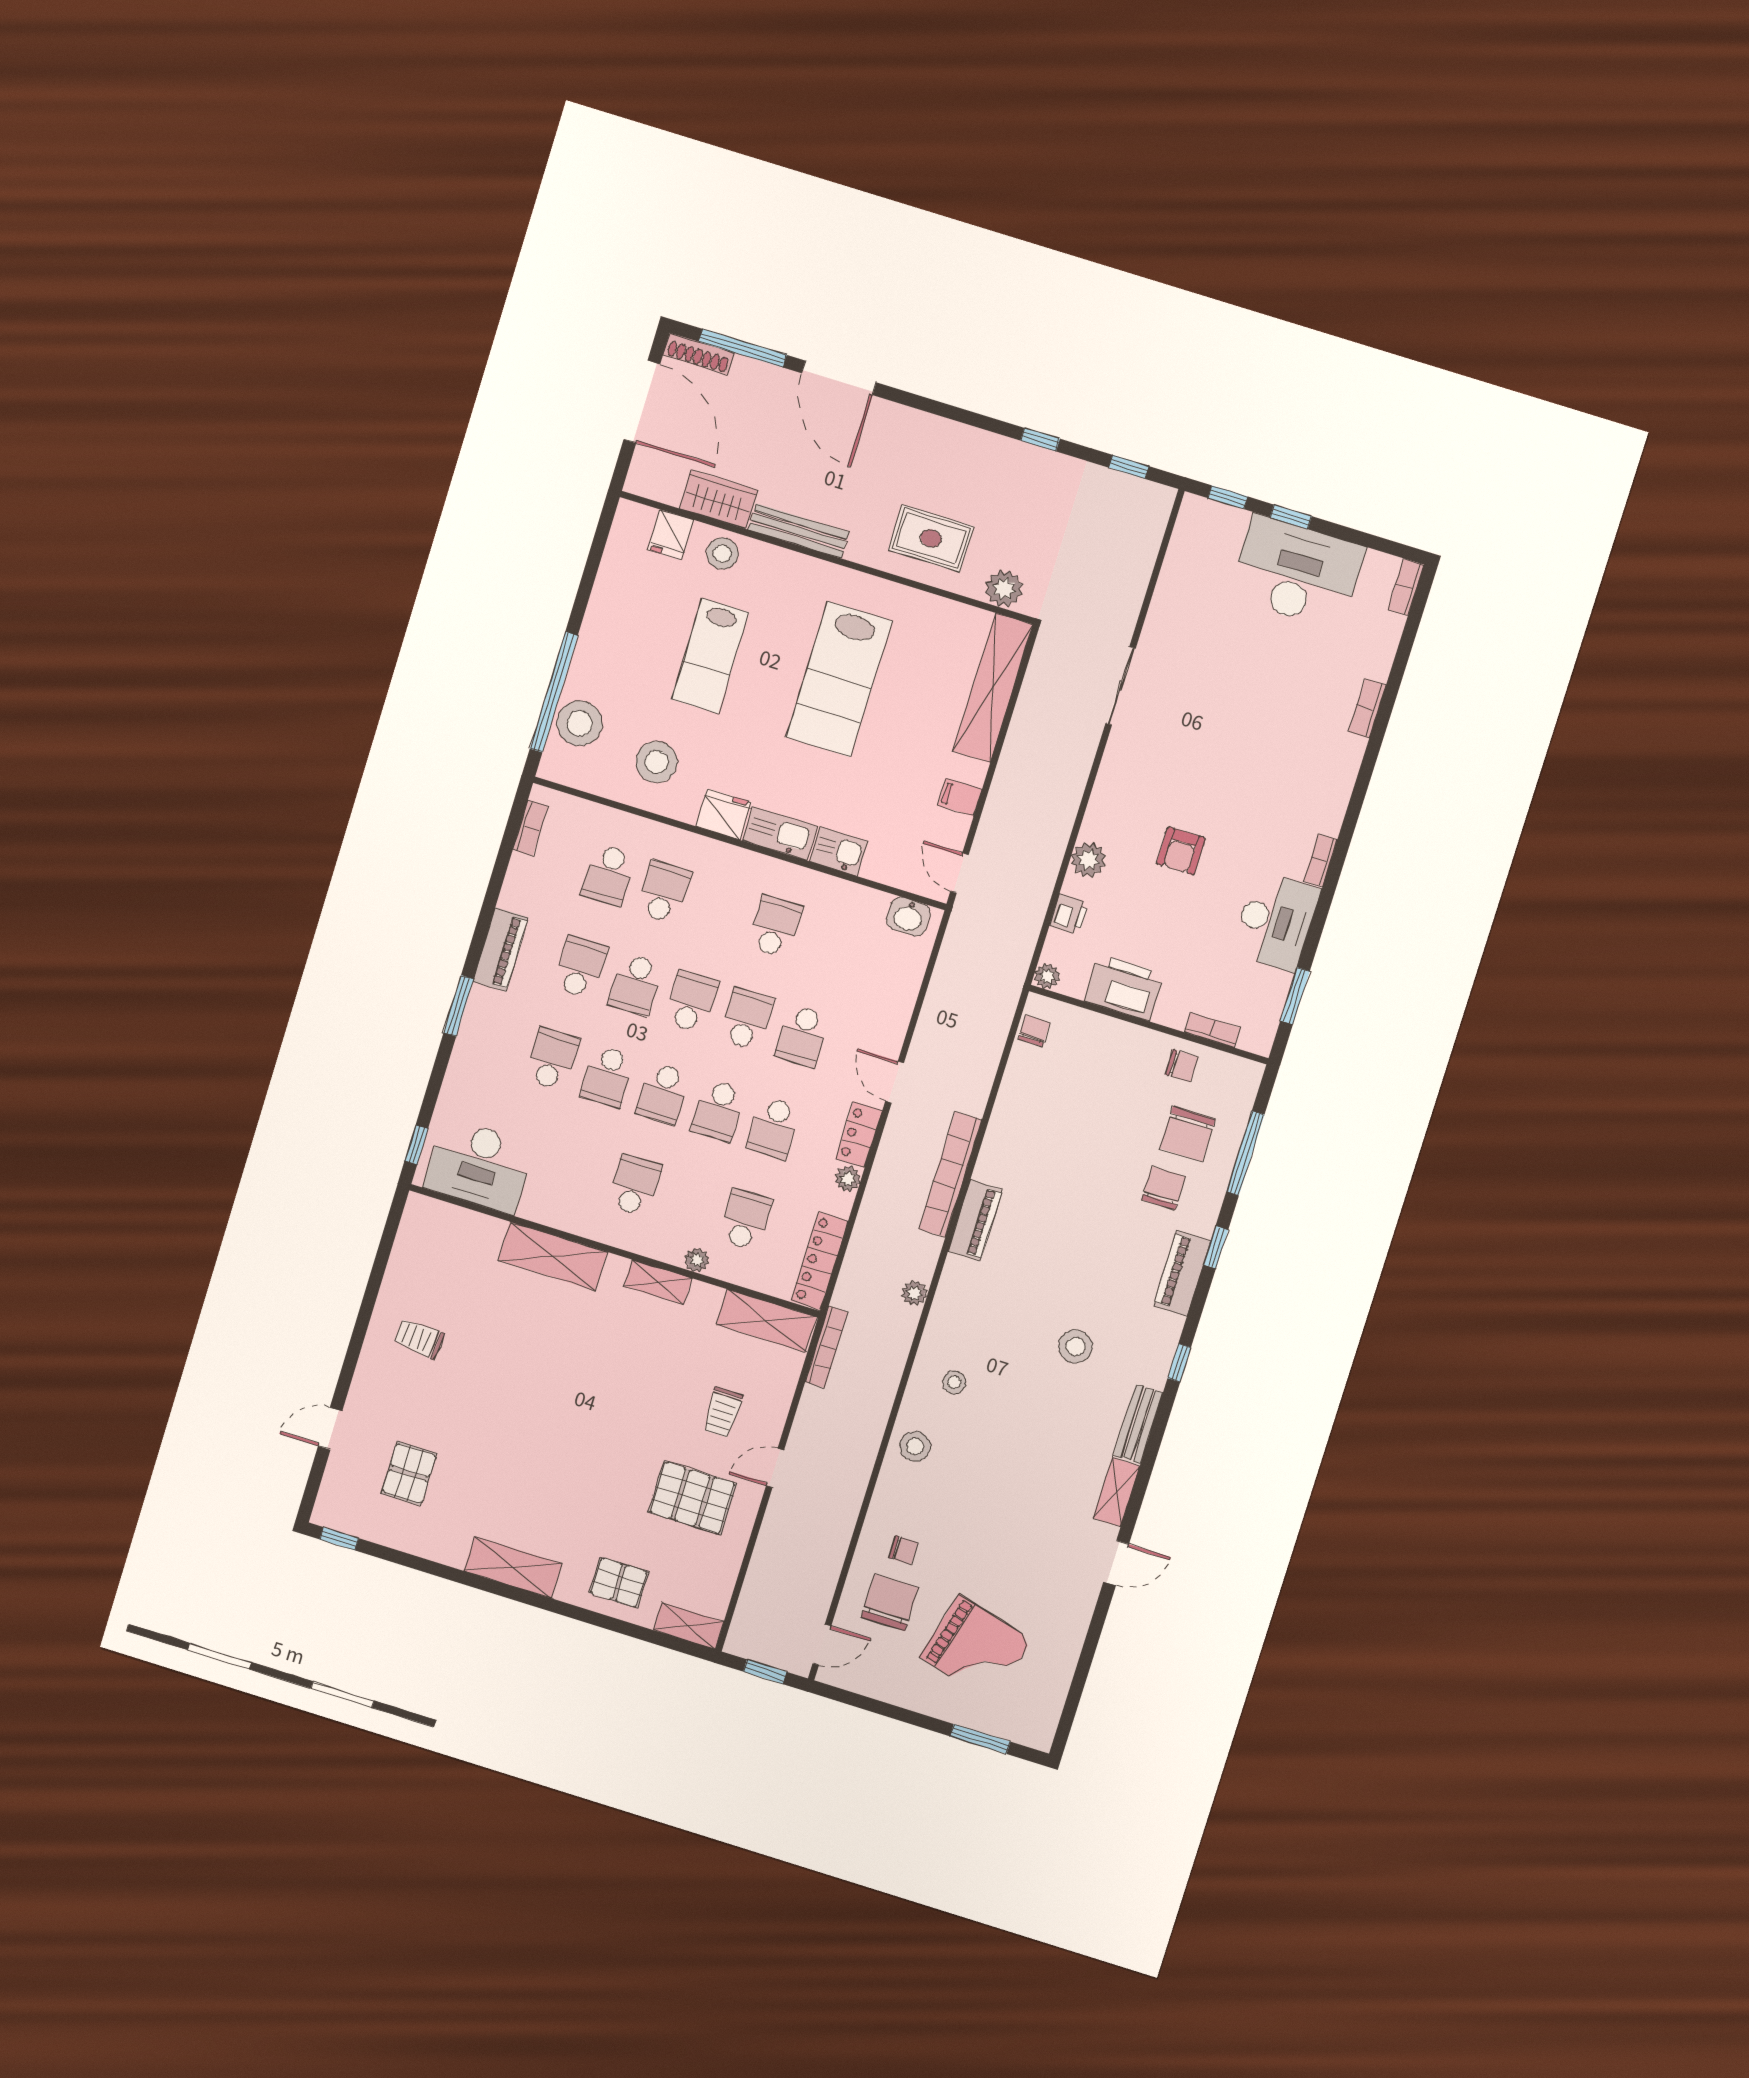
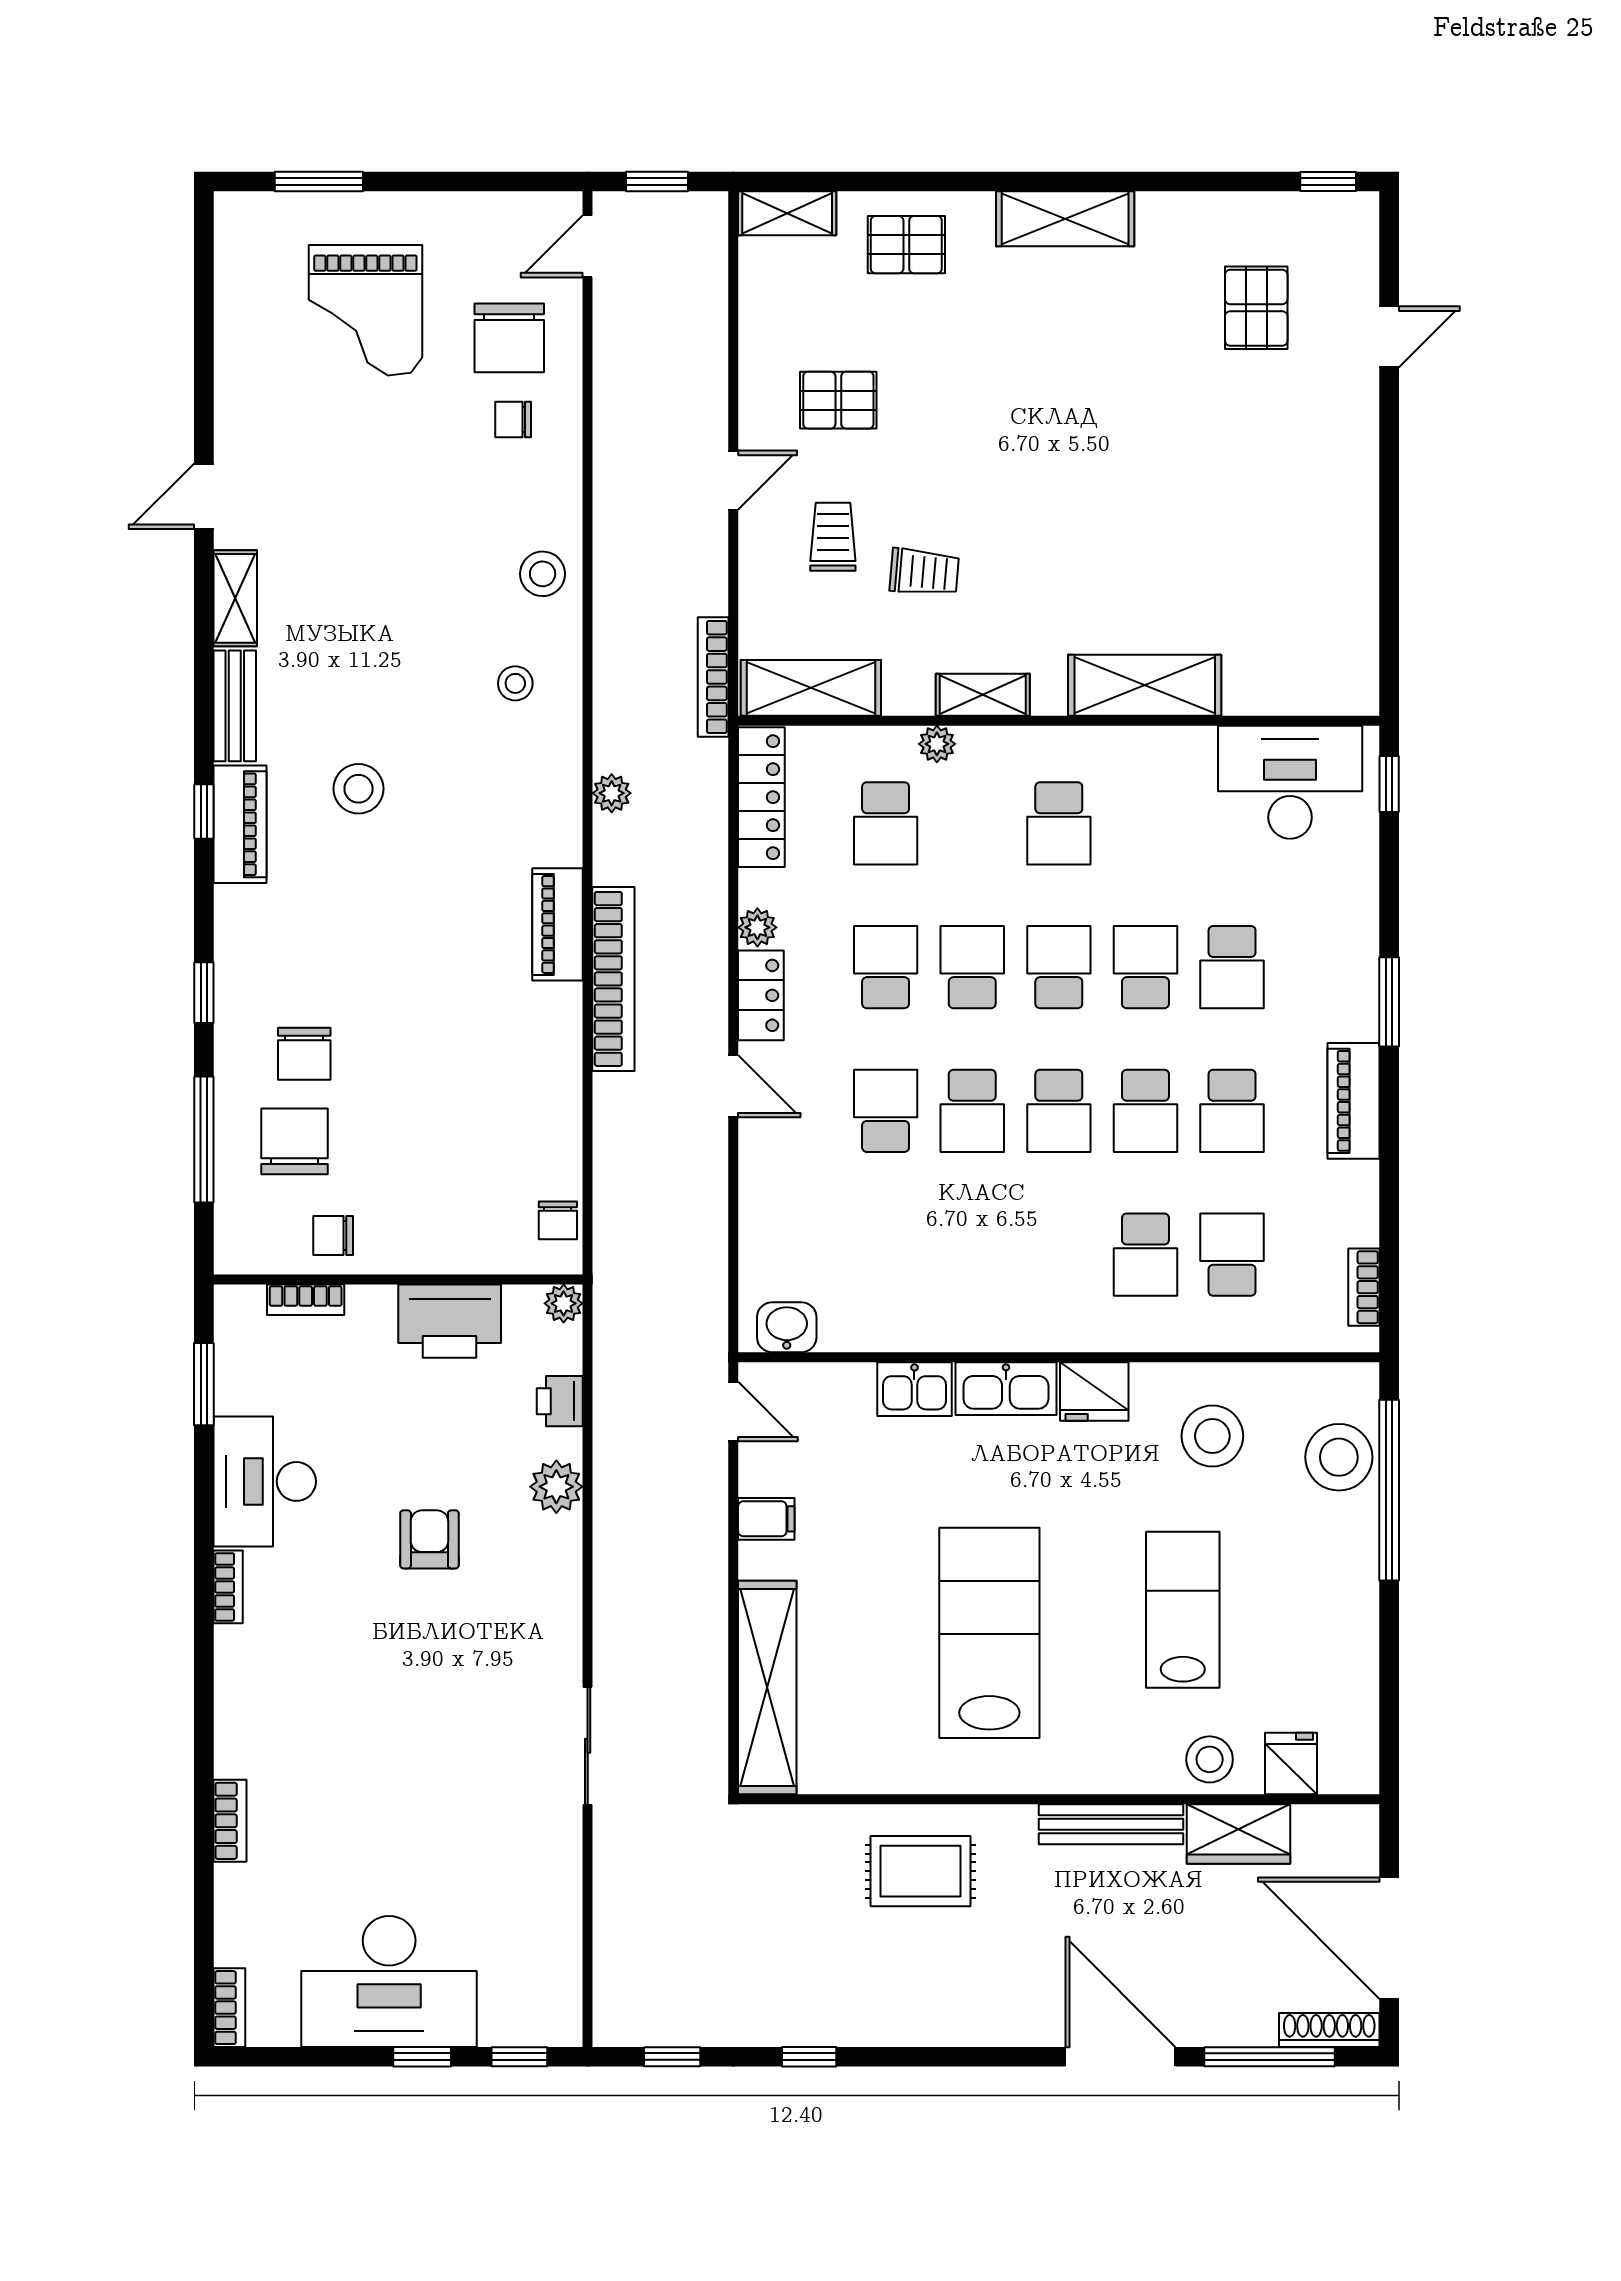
plant: (1004, 589) -> (795, 1832), removed
school desk: (775, 926) -> (972, 1255), removed
school desk: (636, 984) -> (1145, 1111), turned 180
piano: (1182, 1273) -> (240, 824), moved
trolley: (419, 1338) -> (924, 572), moved
pallet: (692, 1498) -> (838, 400), width x0.67, depth x0.71
grand piano: (976, 1649) -> (365, 310), turned -105

